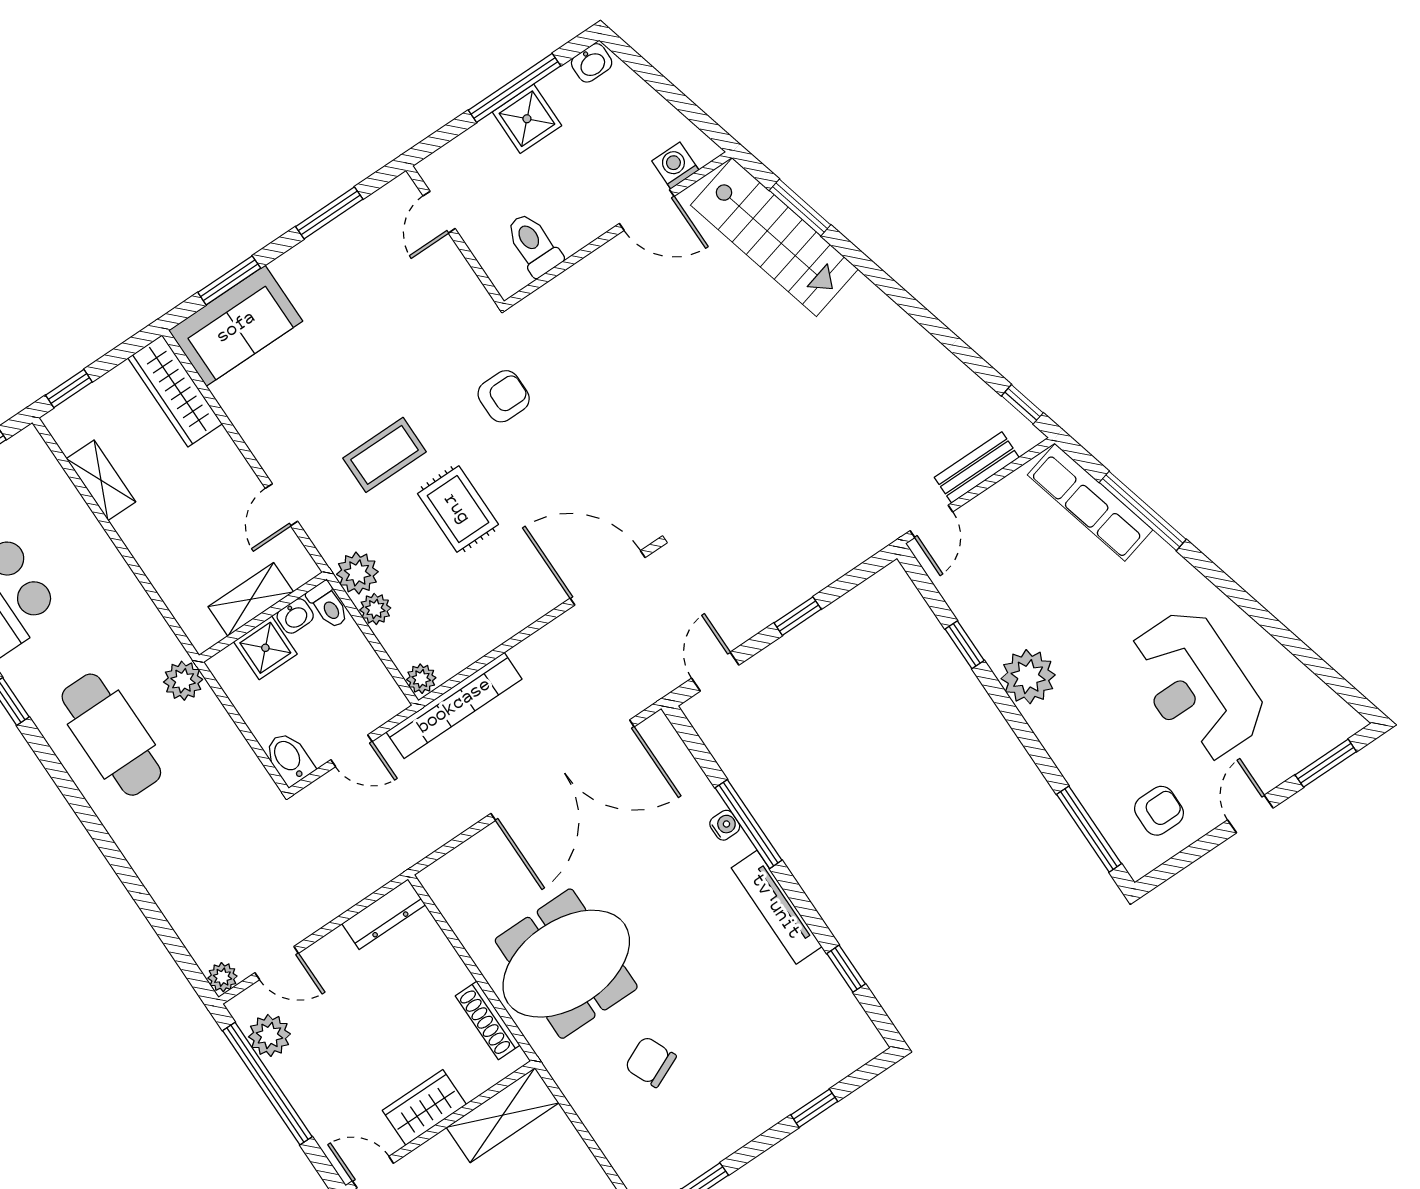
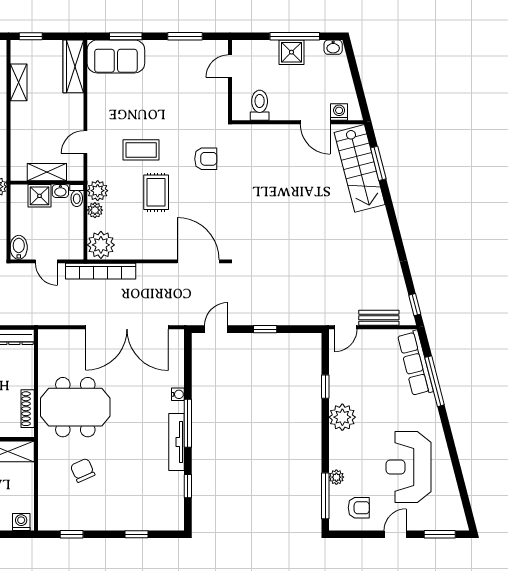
plant: (421, 679) -> (101, 245), width x1.88, depth x1.88
plant: (1087, 785) -> (336, 477), added
window: (749, 824) -> (188, 423), moved

